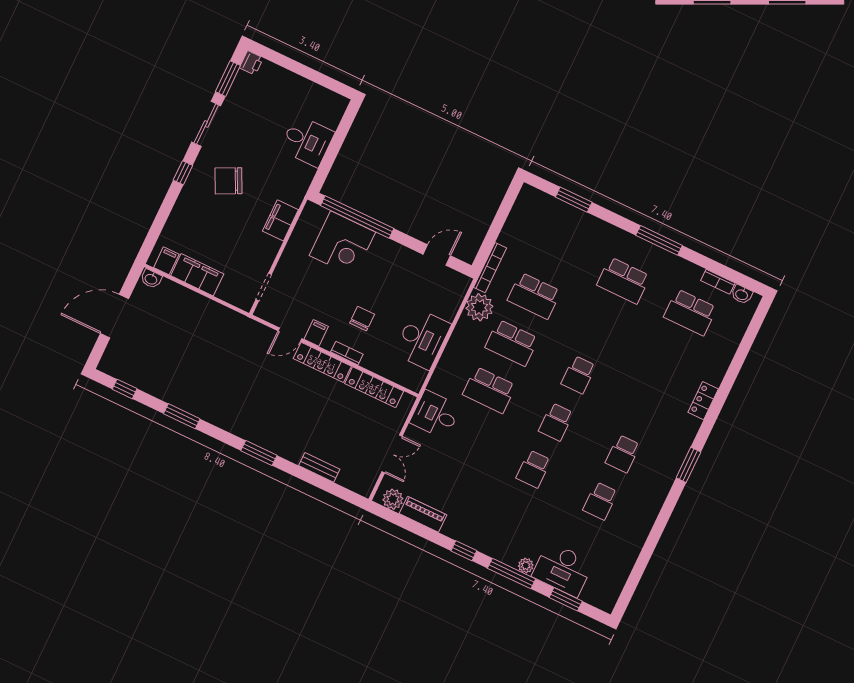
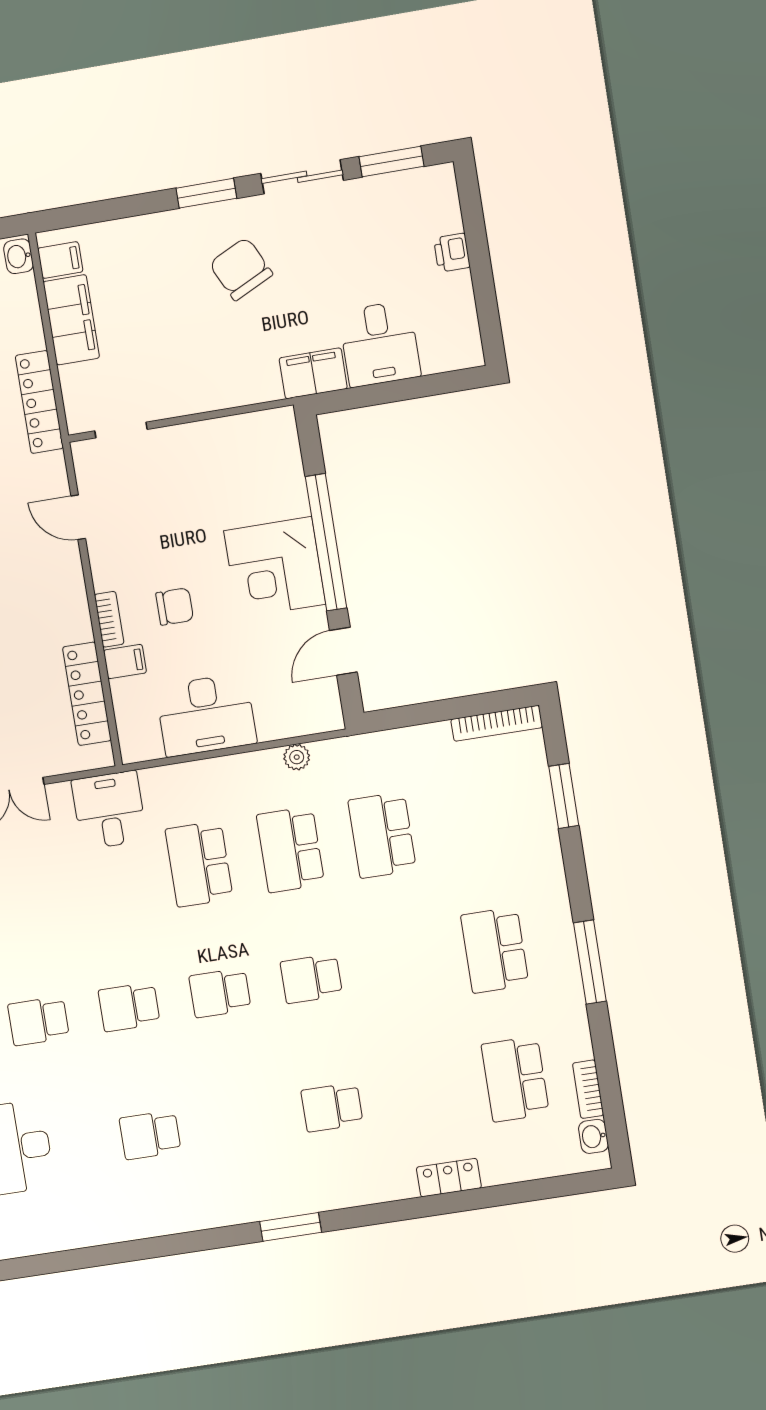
printer: (251, 63) -> (452, 253), moved, turned 90
window: (183, 173) -> (206, 193), width x1.50
window: (357, 217) -> (326, 542), moved
filing cabinet: (280, 220) -> (313, 373), moved
corner desk: (342, 244) -> (275, 567), moved
door: (437, 255) -> (343, 651), swing flipped
bookcase: (490, 268) -> (497, 723), moved
plant: (479, 307) -> (297, 757), width x0.53, depth x0.53
filing cabinet: (316, 333) -> (125, 662), moved
locker: (322, 362) -> (39, 402), moved
locker: (703, 401) -> (449, 1178), moved
school desk: (623, 454) -> (332, 1107), moved
school desk: (511, 516) -> (39, 1021), added

